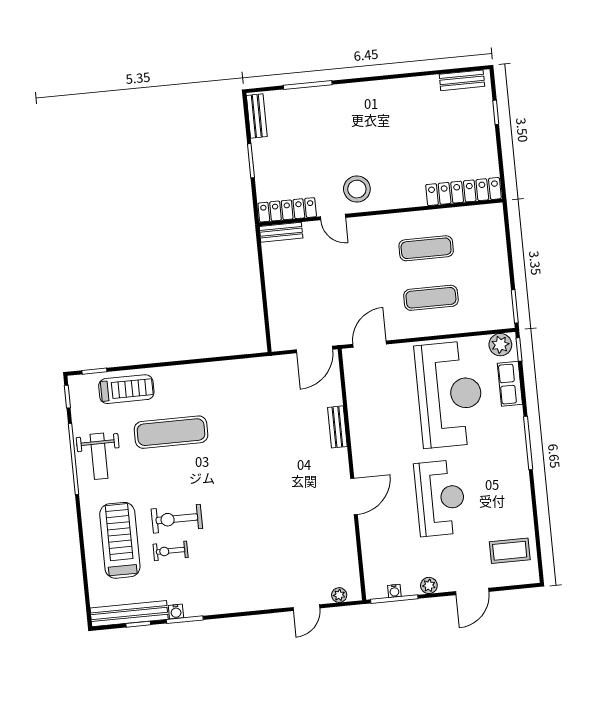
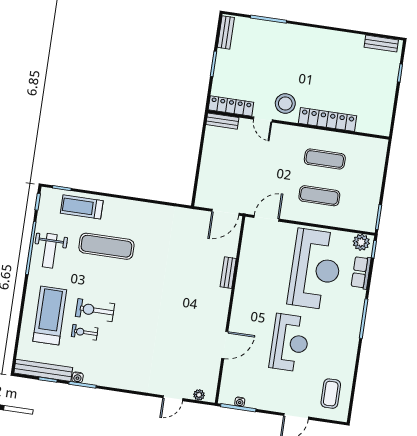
locker: (463, 192) -> (328, 119), moved
treadmill: (126, 389) -> (82, 207), turned 180
door: (354, 496) -> (225, 345), moved
coffee table: (510, 551) -> (331, 394), turned 90
plant: (429, 585) -> (266, 404), removed

